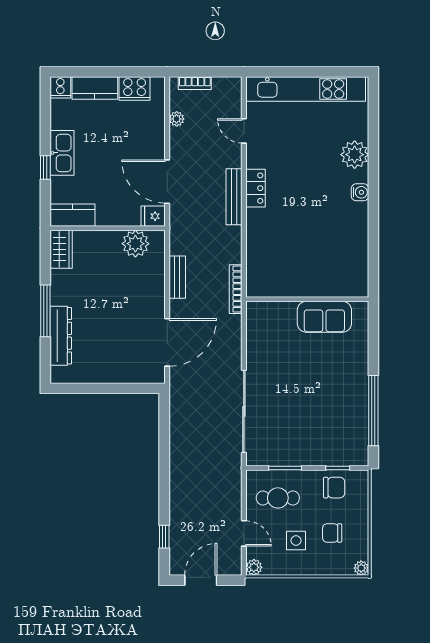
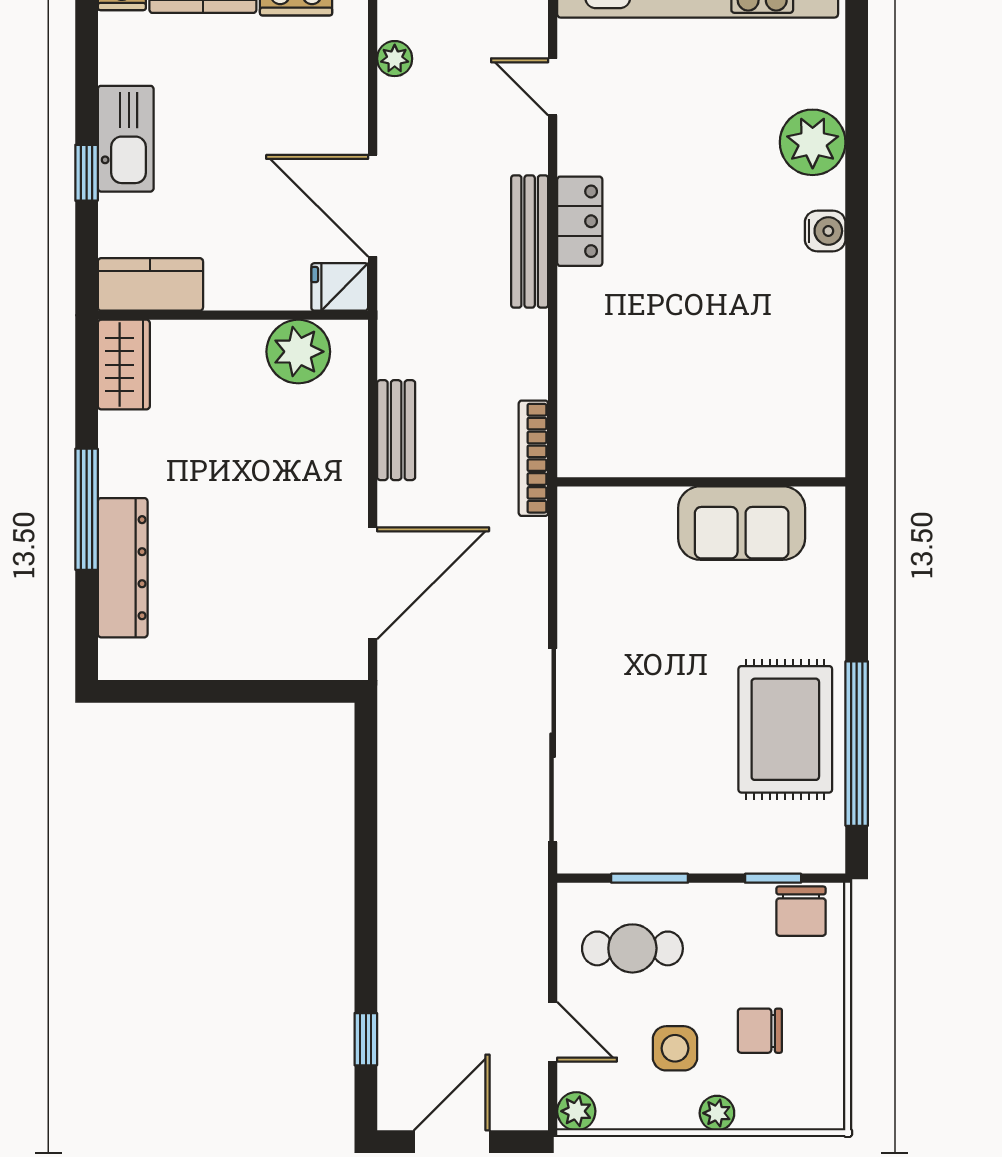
rug: (343, 405) -> (785, 729), added
chair: (334, 488) -> (801, 911), moved, turned 90
plant: (361, 568) -> (717, 1113), moved

